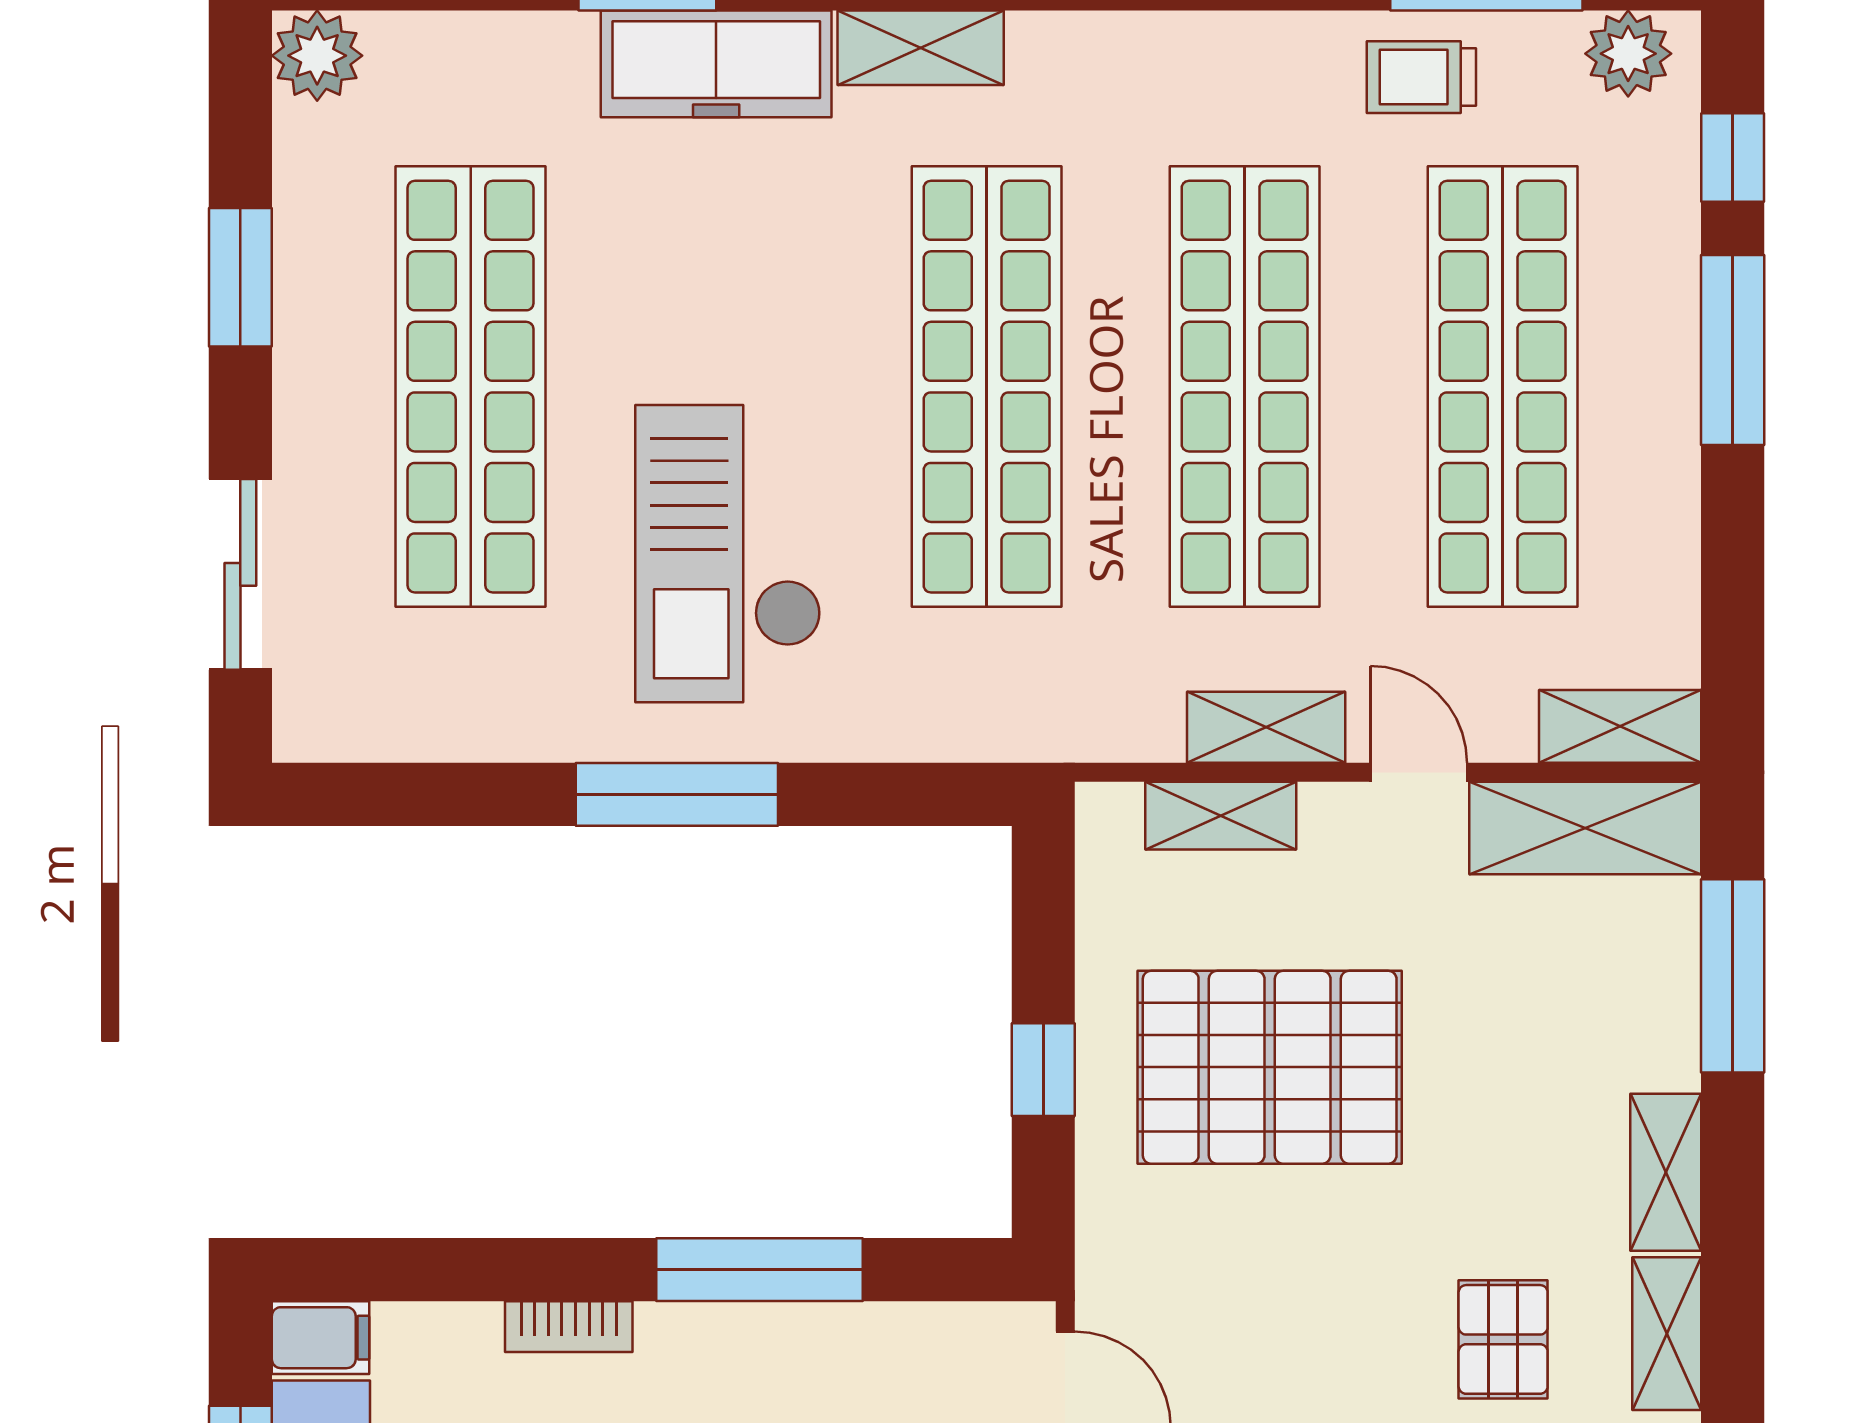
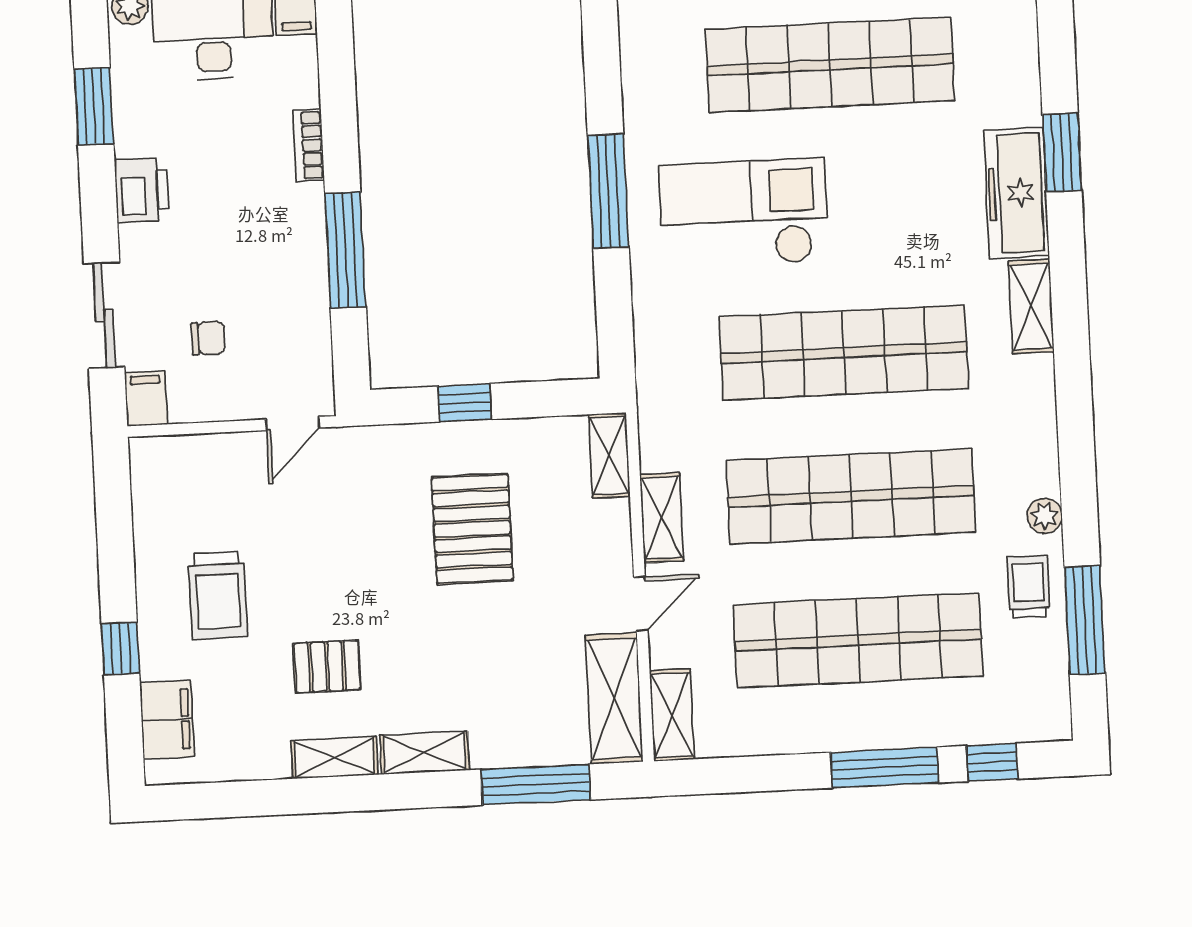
plant: (1628, 54) -> (1045, 516), moved, width x0.73, depth x0.73
shelving: (1221, 816) -> (609, 455), moved
pallet: (1270, 1067) -> (472, 529), width x0.73, depth x0.71

